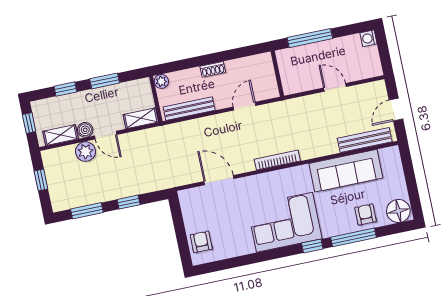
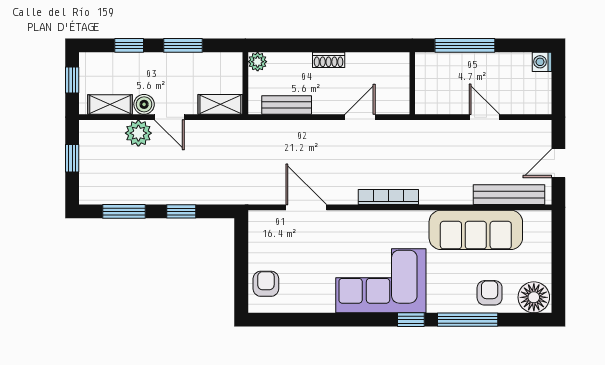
bench: (189, 109) -> (287, 105), width x0.73

